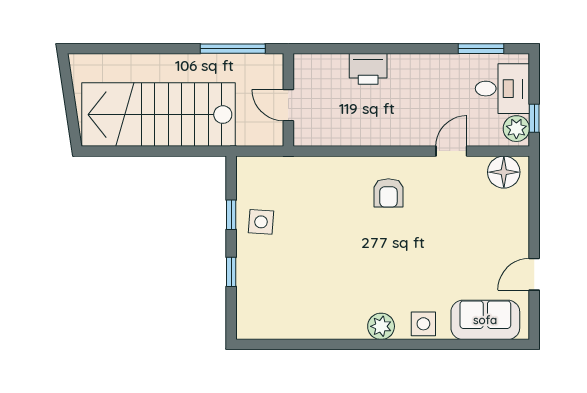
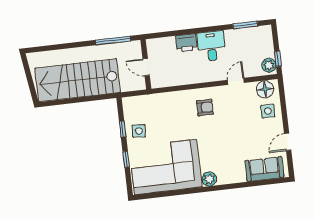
desk: (502, 89) -> (211, 46), moved, turned -90
armchair: (388, 193) -> (205, 108), turned -90
corner sofa: (303, 295) -> (166, 167), added
side table: (423, 324) -> (268, 111), moved

